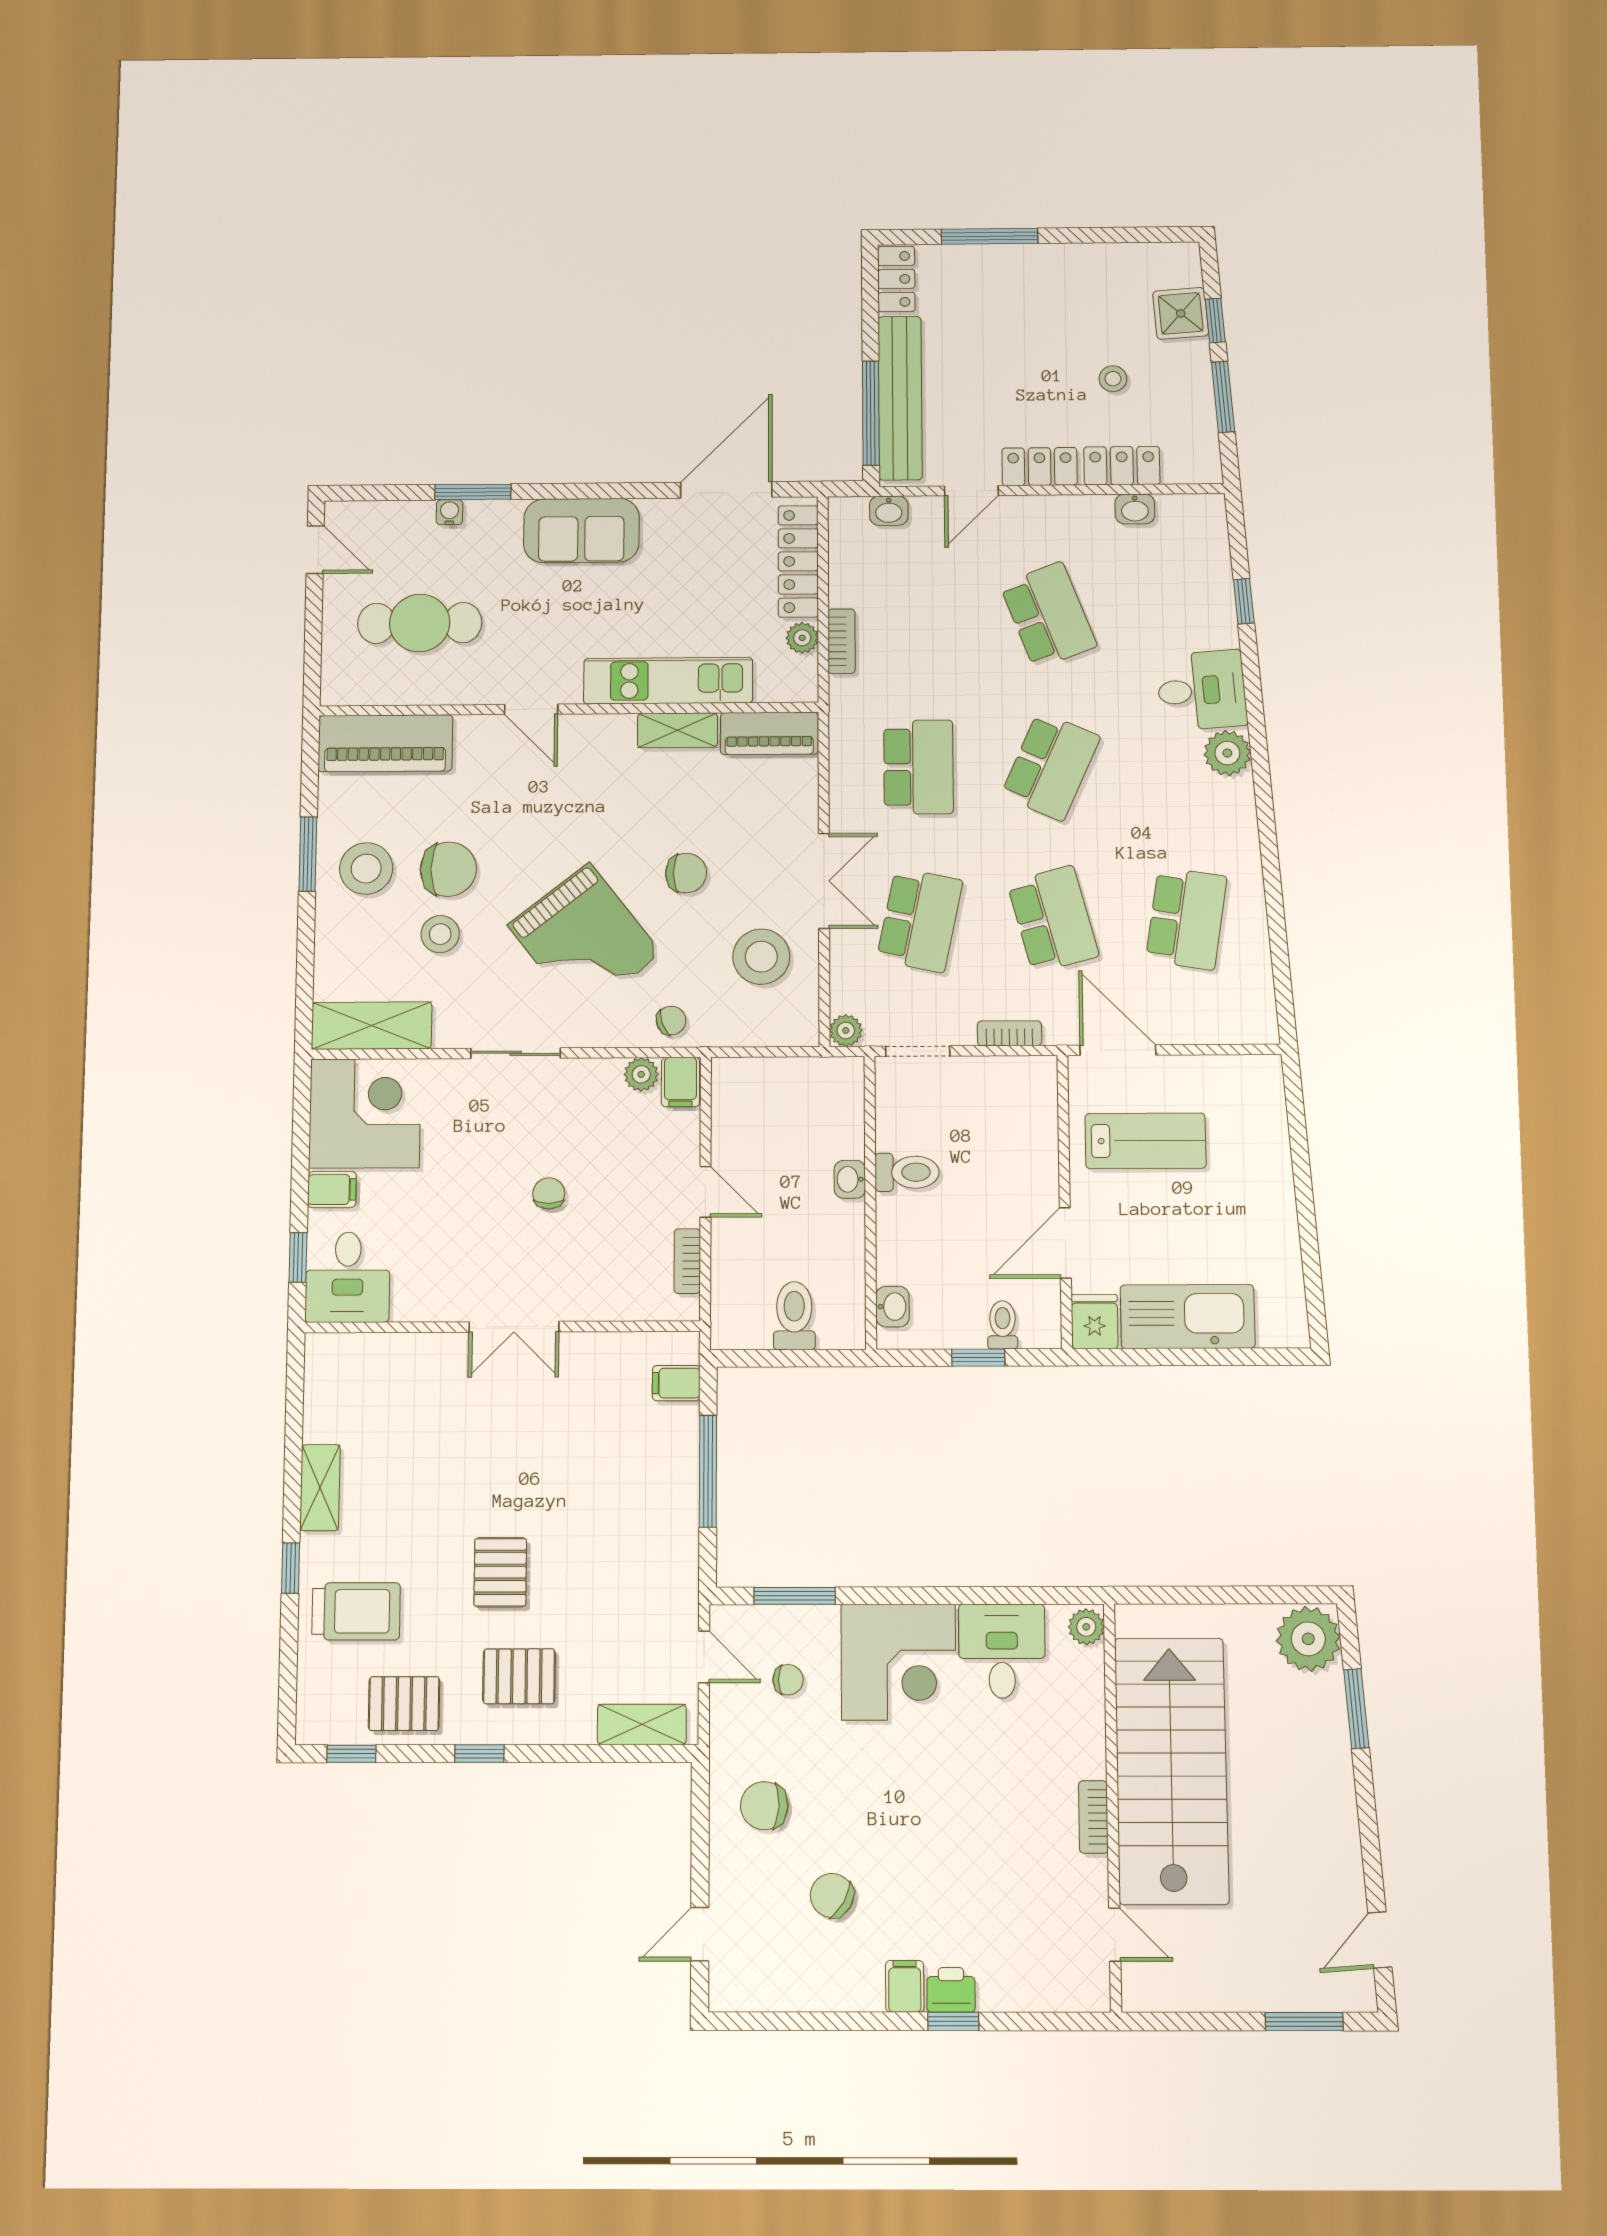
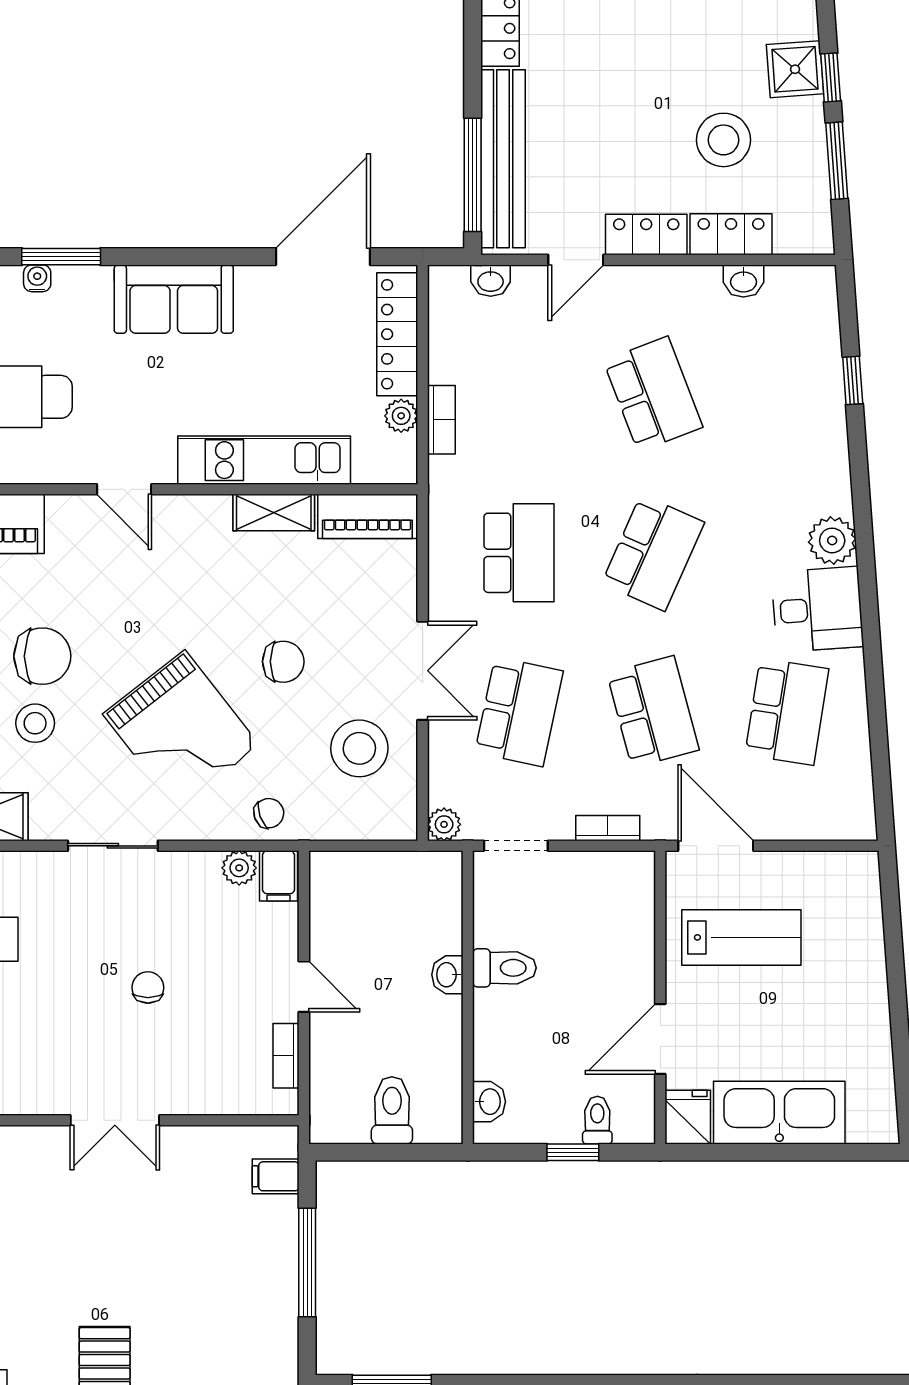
stool: (1113, 379) -> (724, 140), width x1.89, depth x1.89
desk: (1202, 690) -> (817, 609), moved

